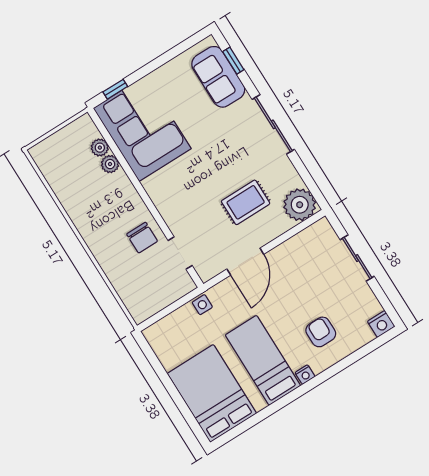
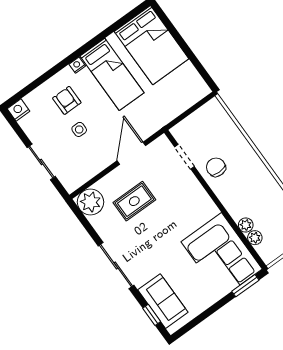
window: (115, 89) -> (245, 286), width x1.50
side table: (202, 305) -> (79, 129), moved
armchair: (321, 332) -> (67, 100), turned 180

